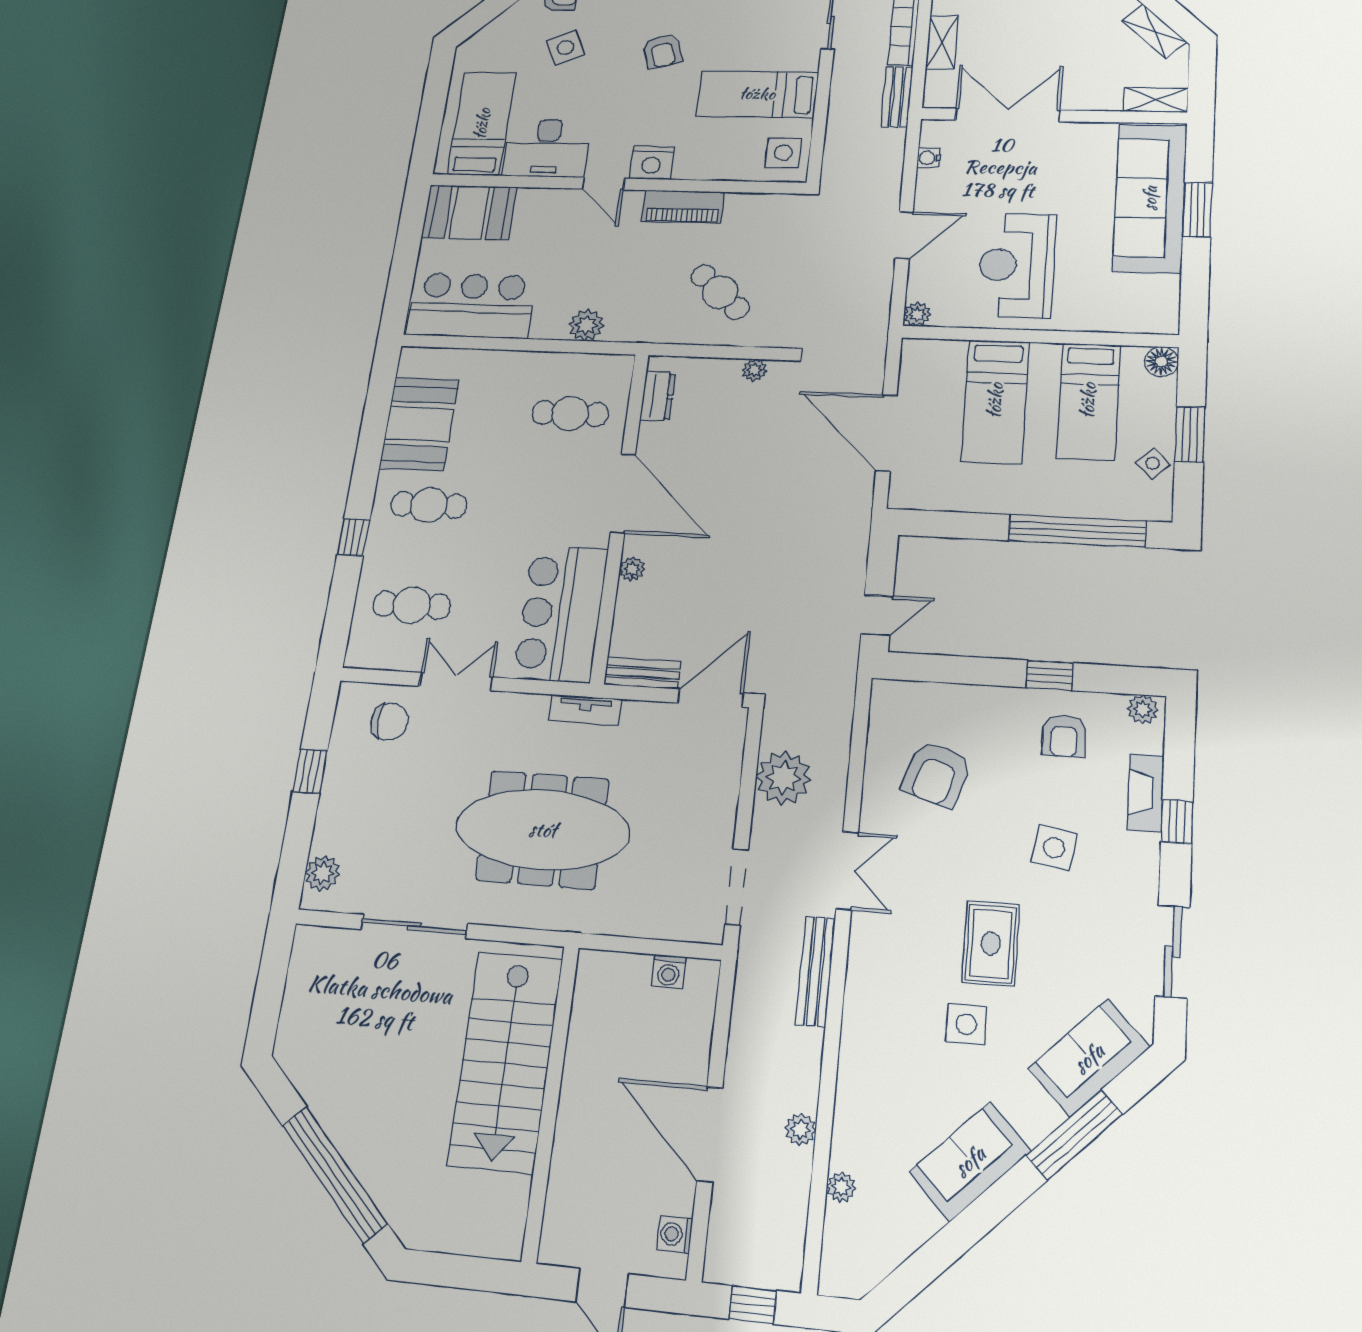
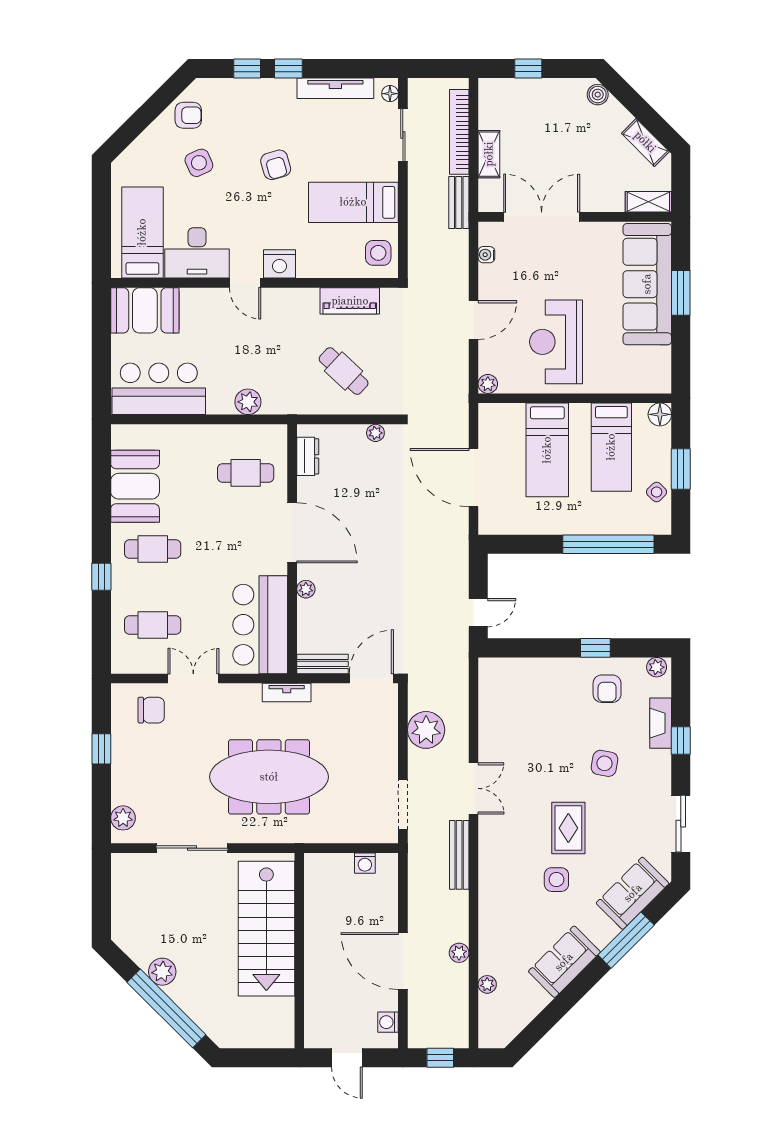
piano: (683, 207) -> (350, 301), moved
armchair: (937, 774) -> (526, 720), removed
plant: (338, 1114) -> (162, 972), added

